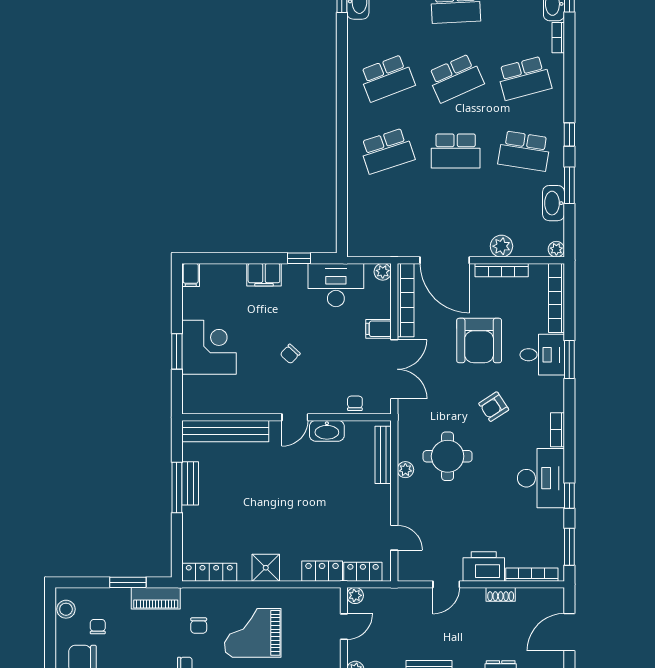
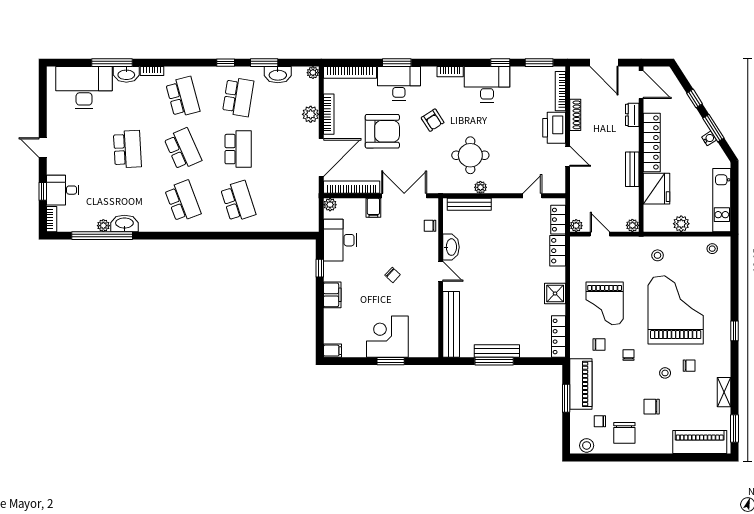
desk: (542, 355) -> (399, 83), width x1.37
bench: (190, 483) -> (497, 351), width x1.36
shoe rack: (501, 594) -> (575, 115), width x1.43
piano: (156, 598) -> (581, 384), width x1.37, depth x1.33

